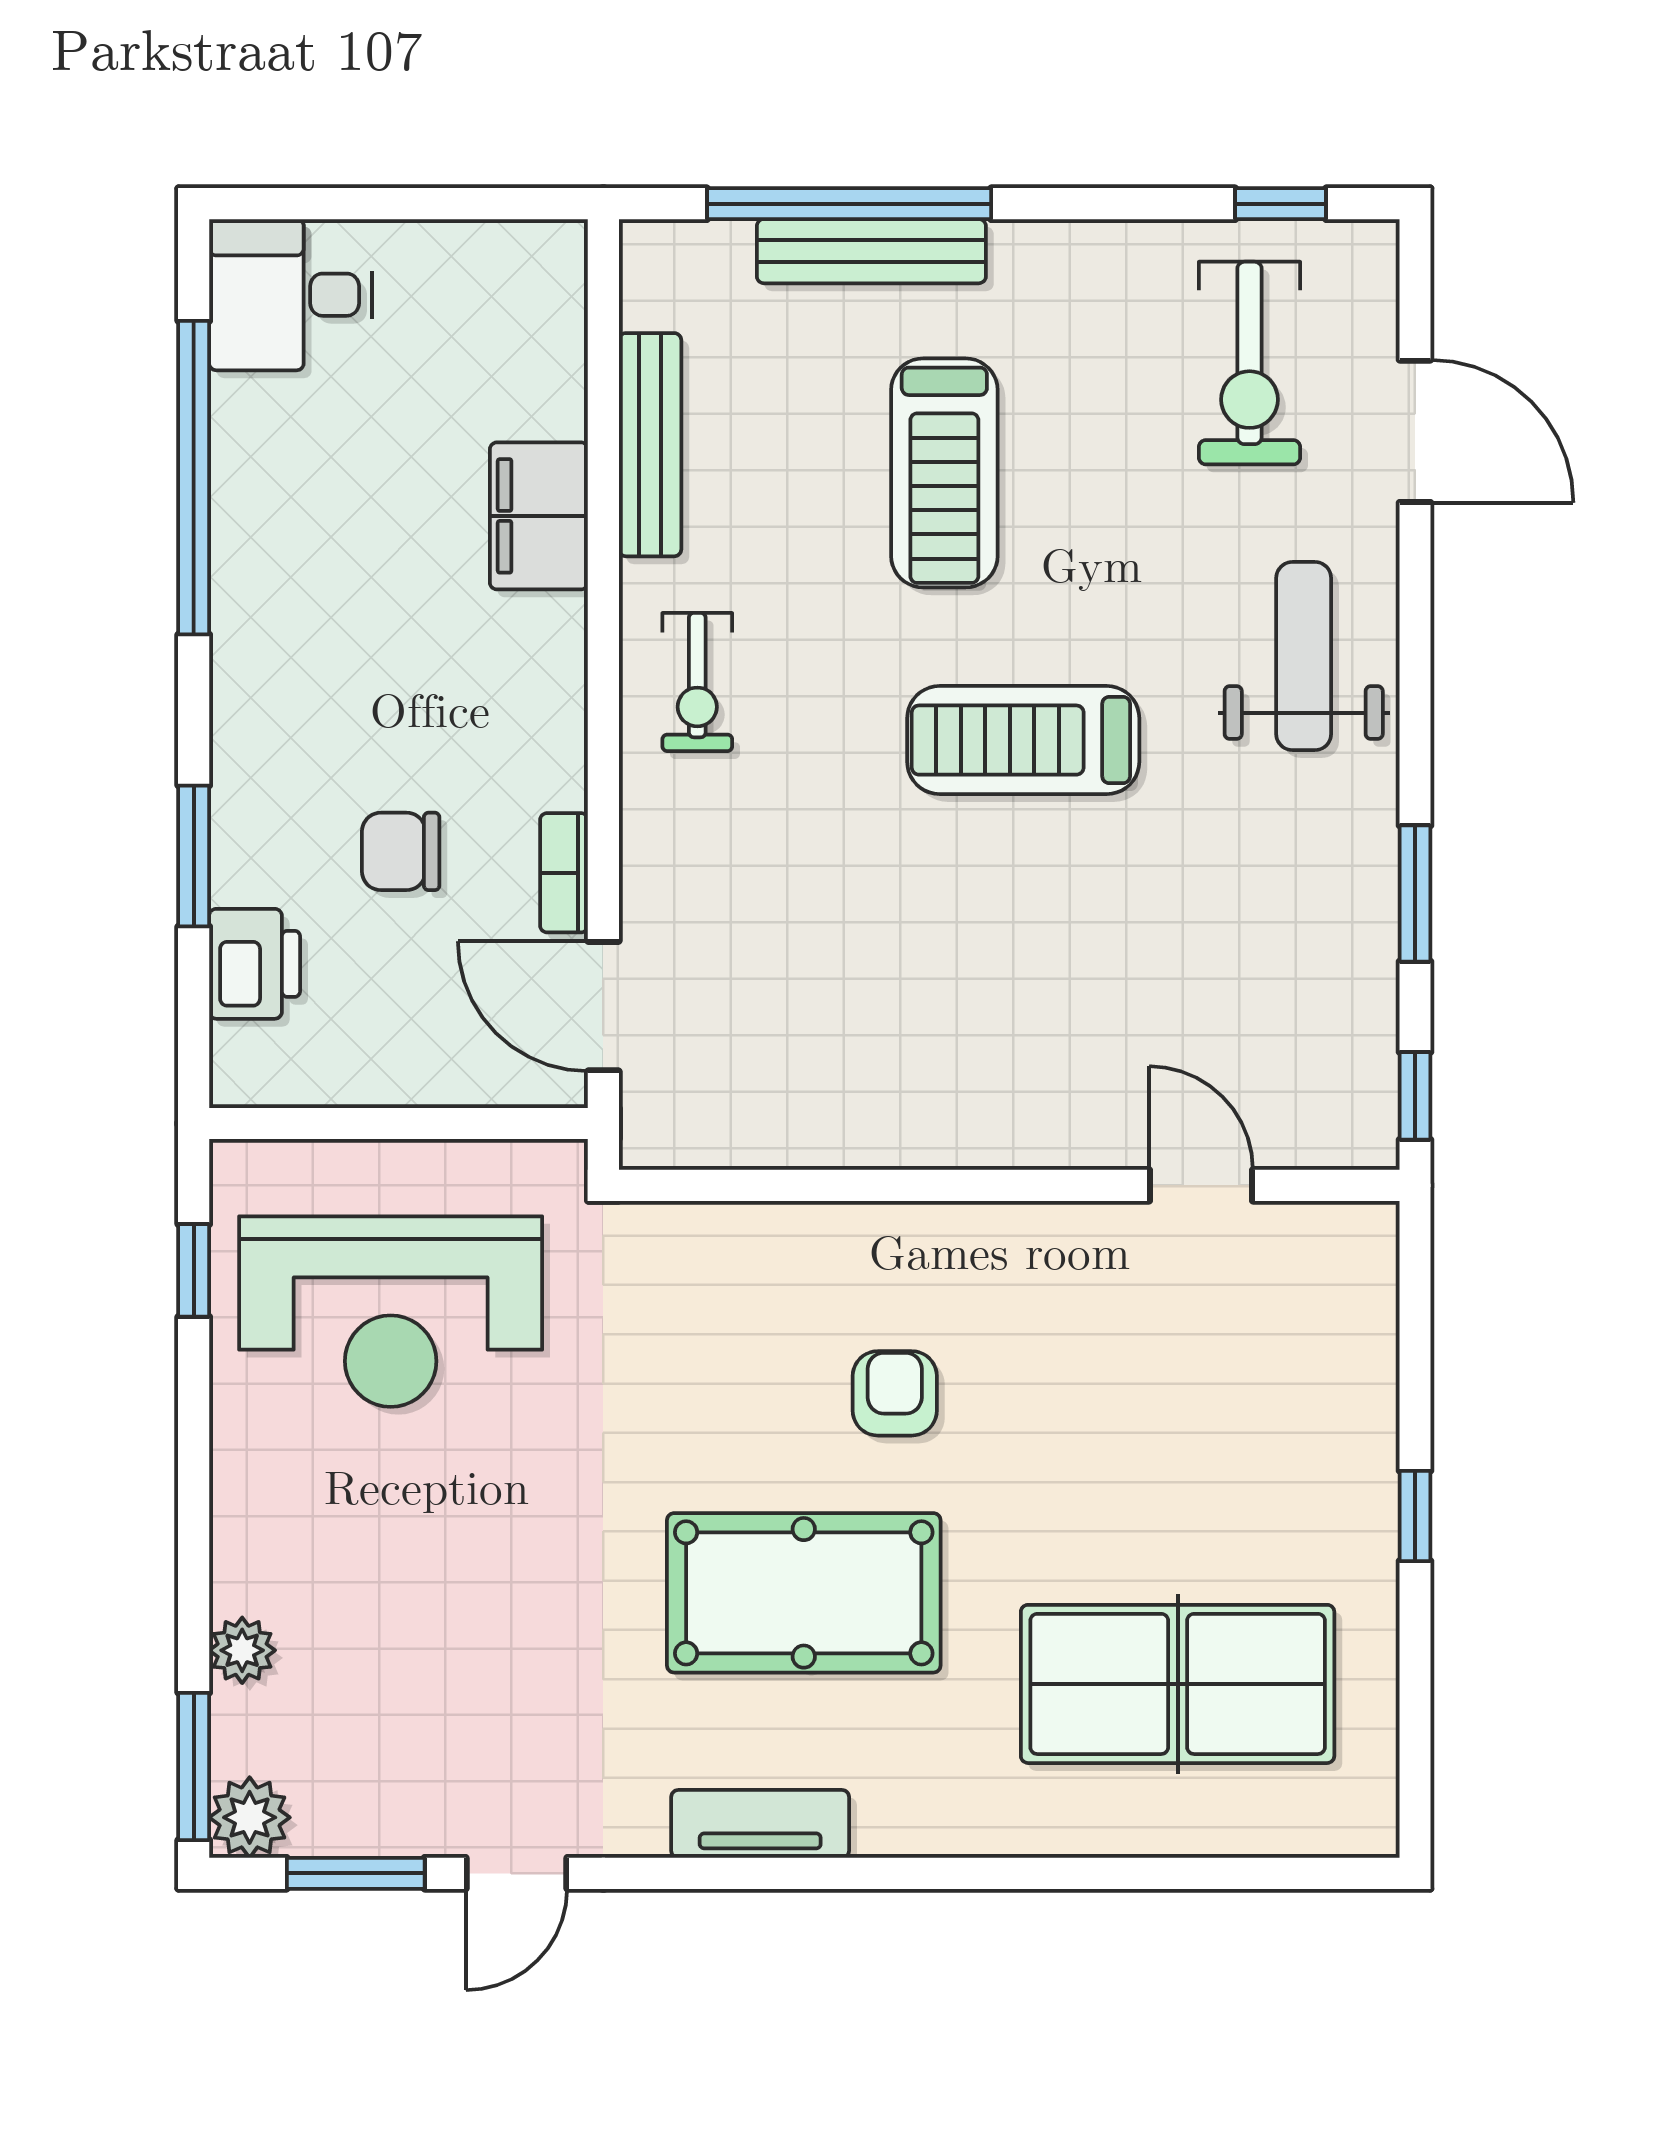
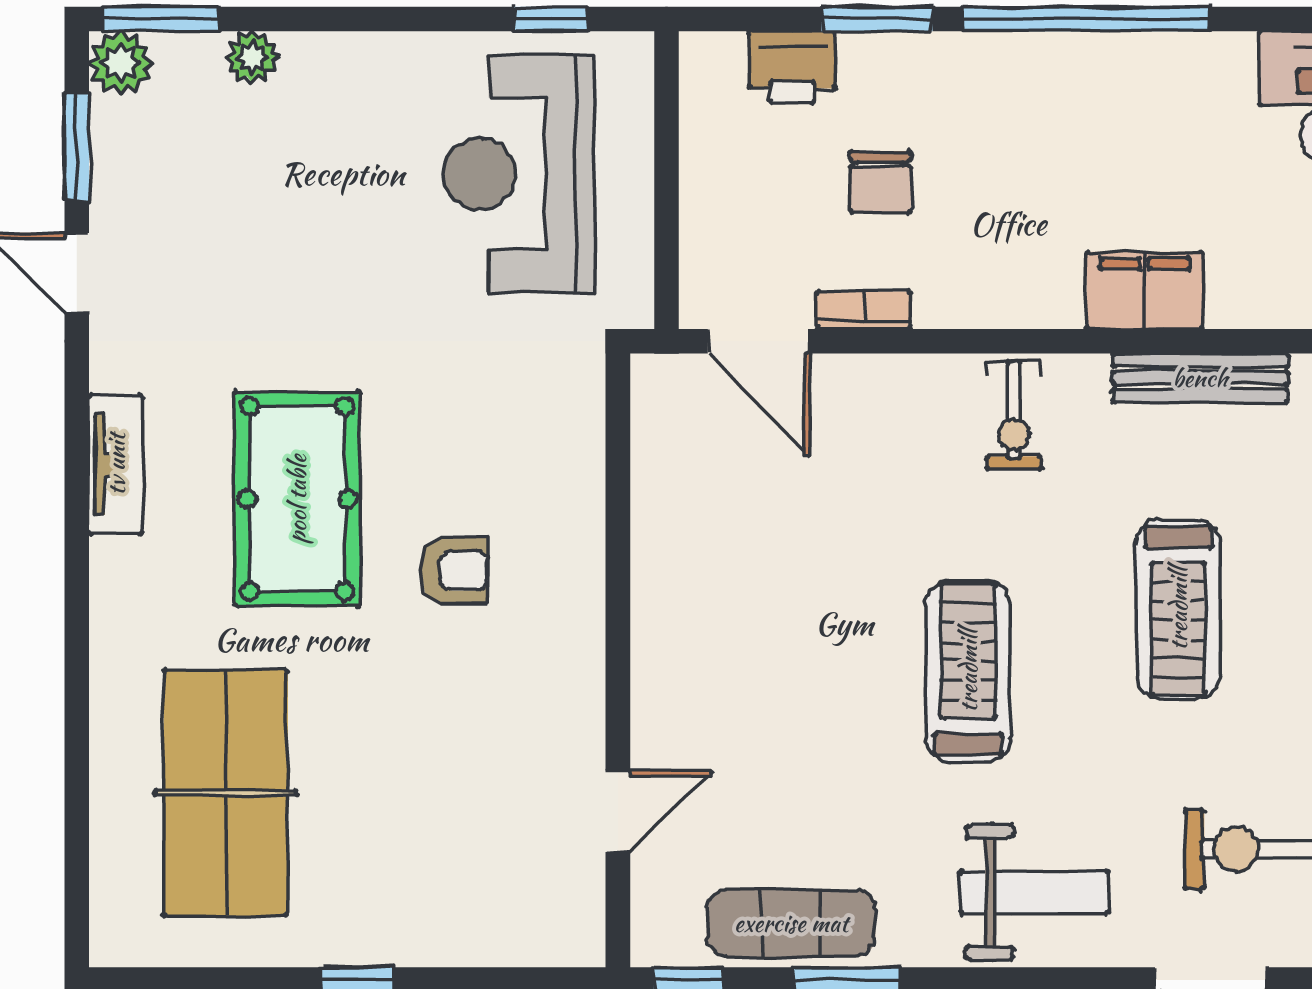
treadmill: (944, 473) -> (1178, 609), turned -90
window: (194, 478) -> (1086, 19), moved
exercise bike: (697, 682) -> (1014, 415), turned -90
chair: (401, 851) -> (881, 182), turned 180
exercise mat: (1344, 965) -> (791, 923), added
door: (603, 1006) -> (759, 341), swing flipped

